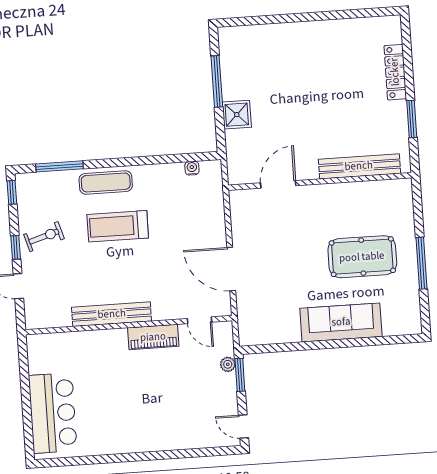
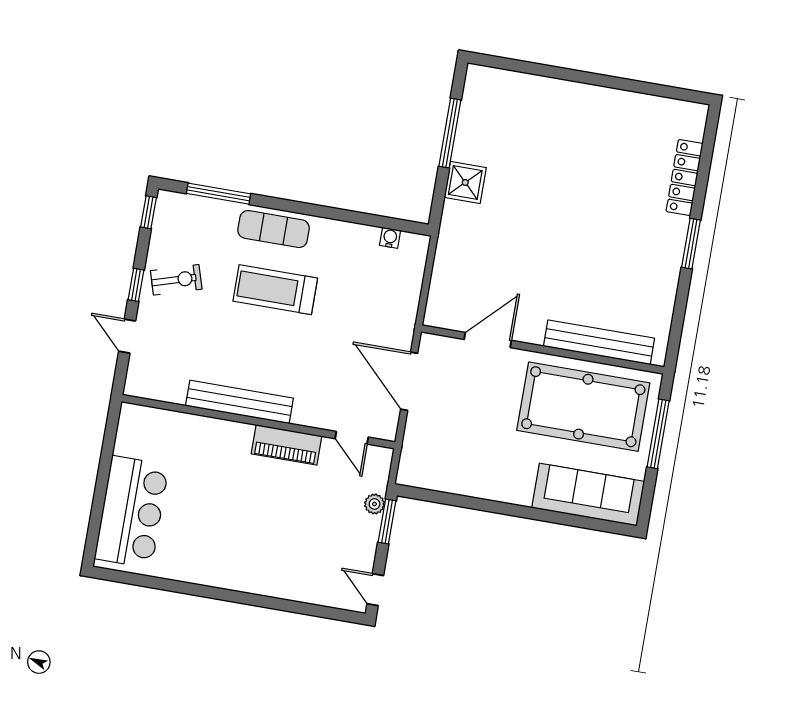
bench: (359, 166) -> (599, 342), moved
wall: (320, 181) -> (543, 349), moved
door: (278, 184) -> (488, 340), moved
pool table: (362, 257) -> (583, 407), width x1.36, depth x1.32
sofa: (341, 322) -> (588, 495), moved

